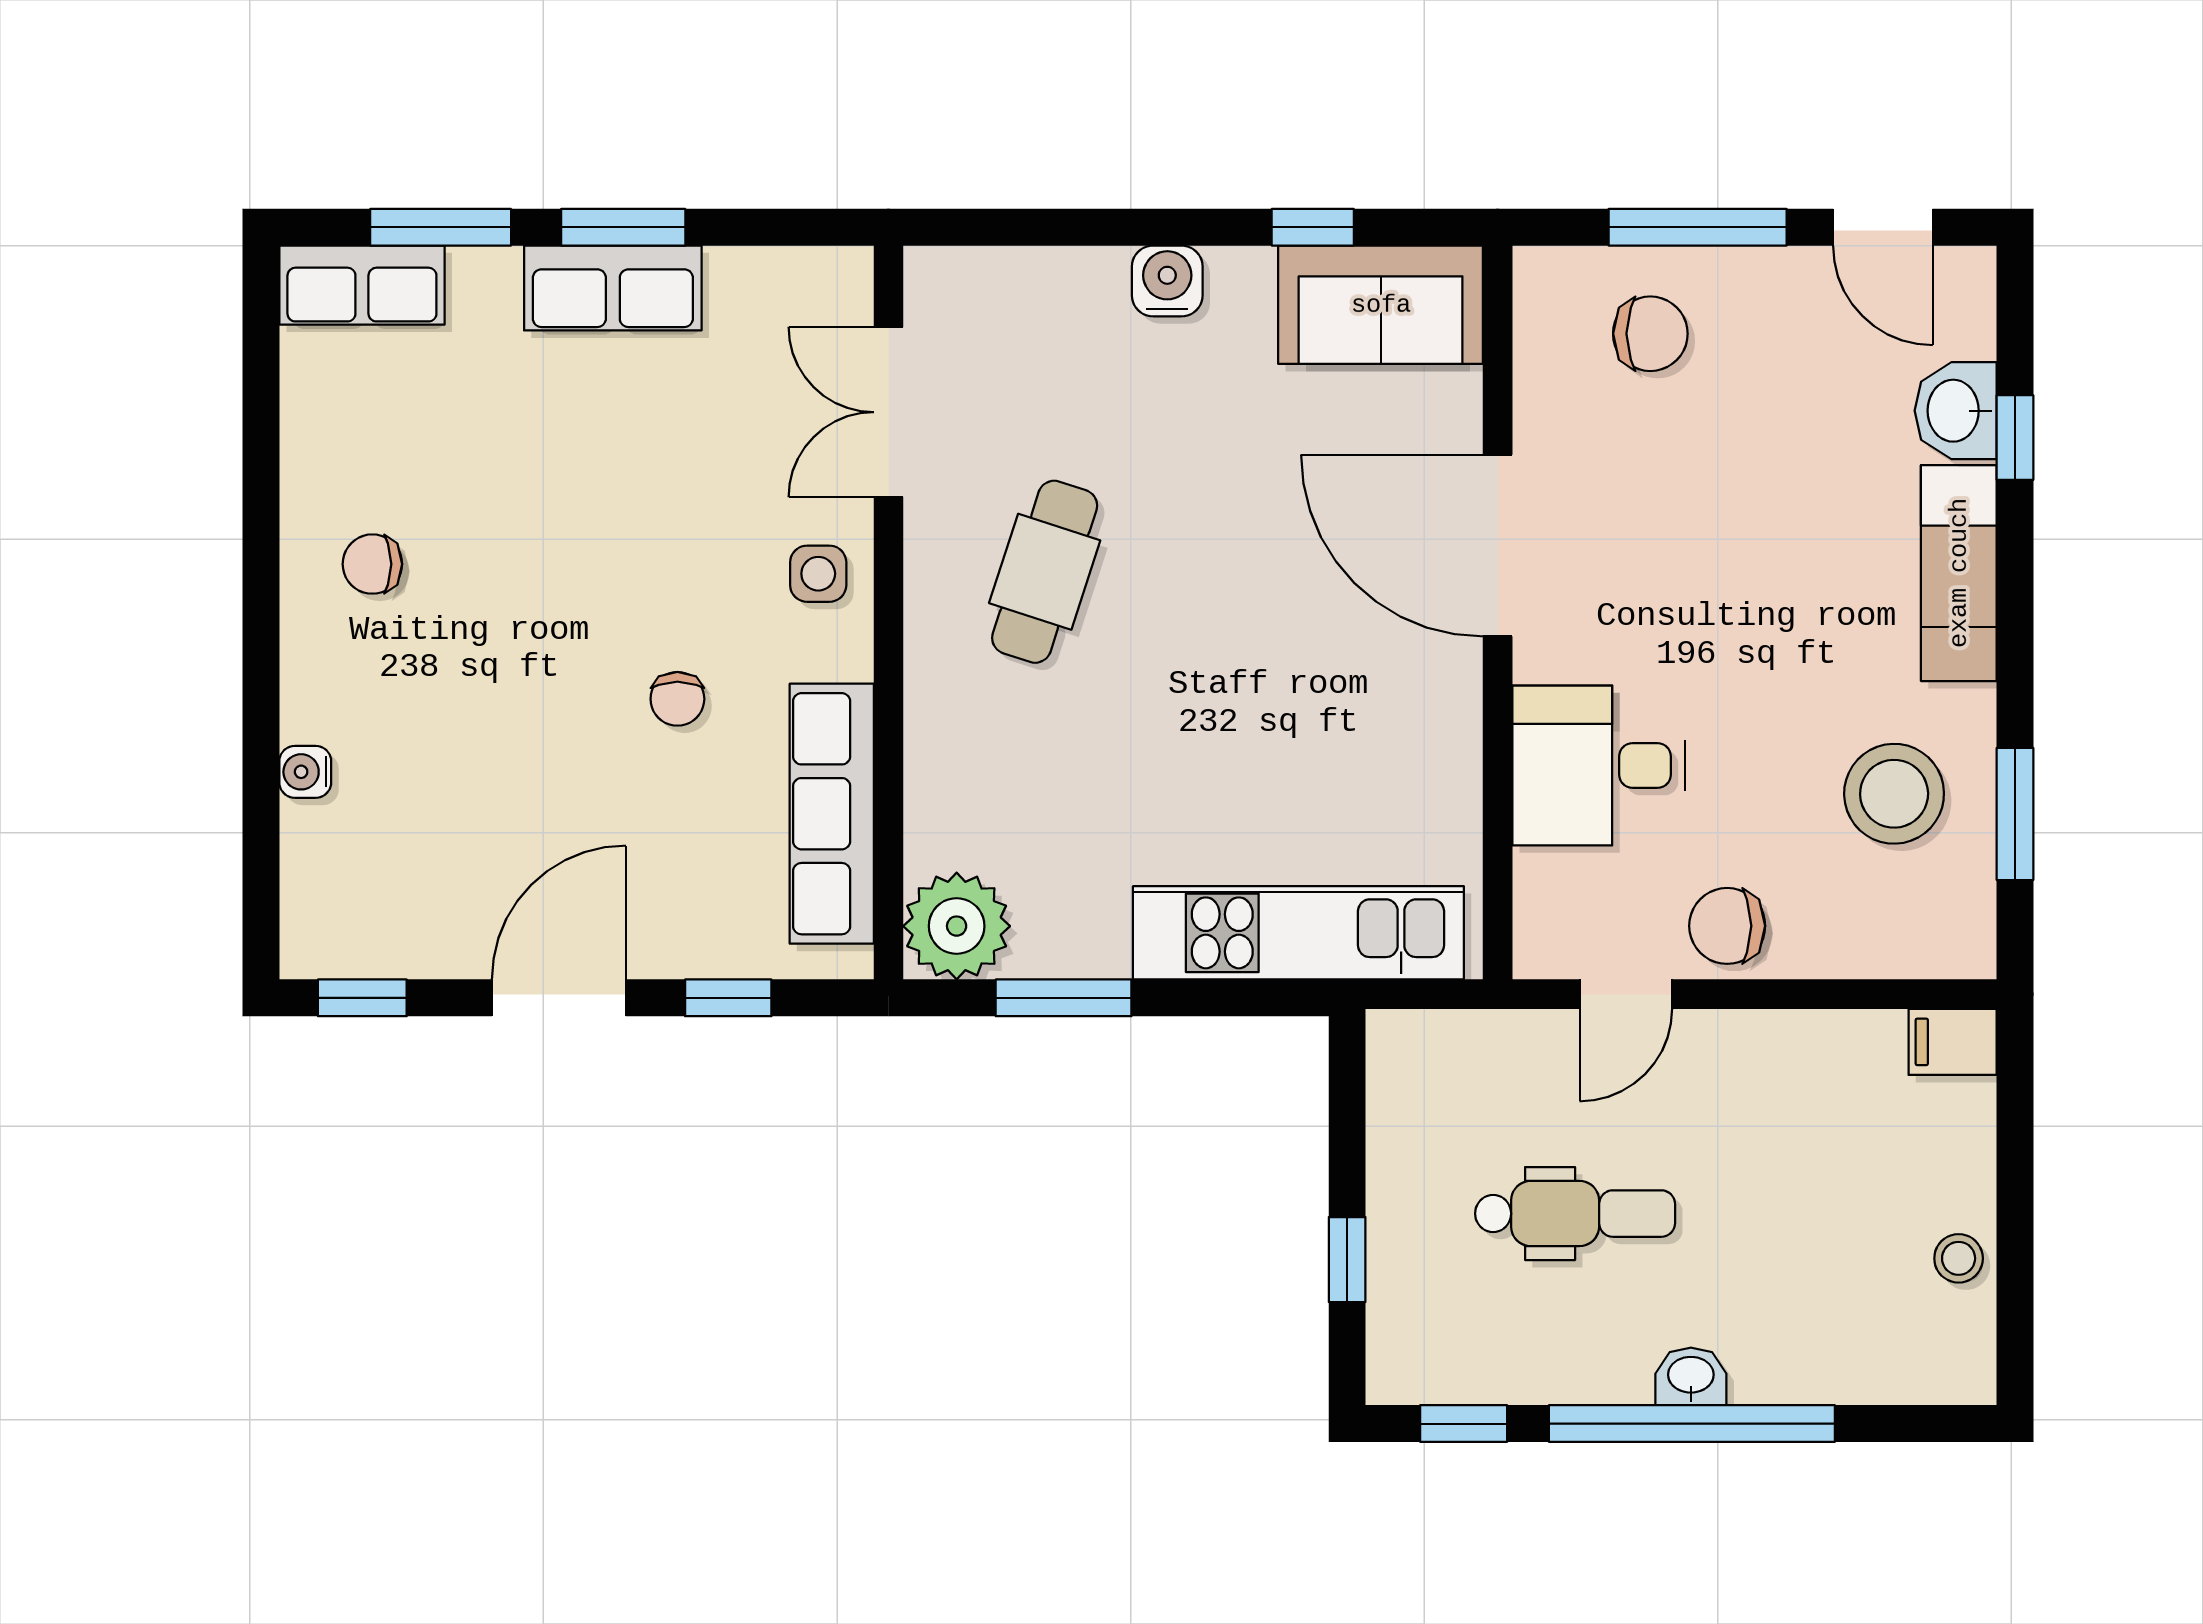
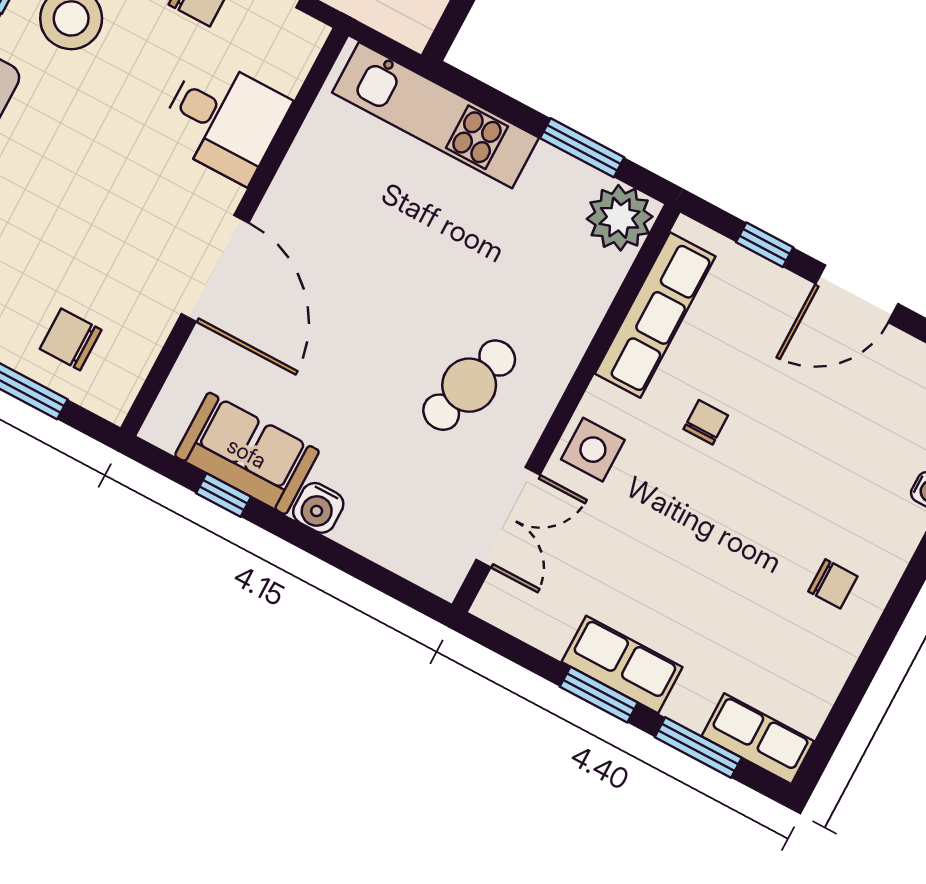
sofa: (1381, 305) -> (247, 453), moved
side table: (818, 574) -> (593, 450), width x1.37, depth x1.37

